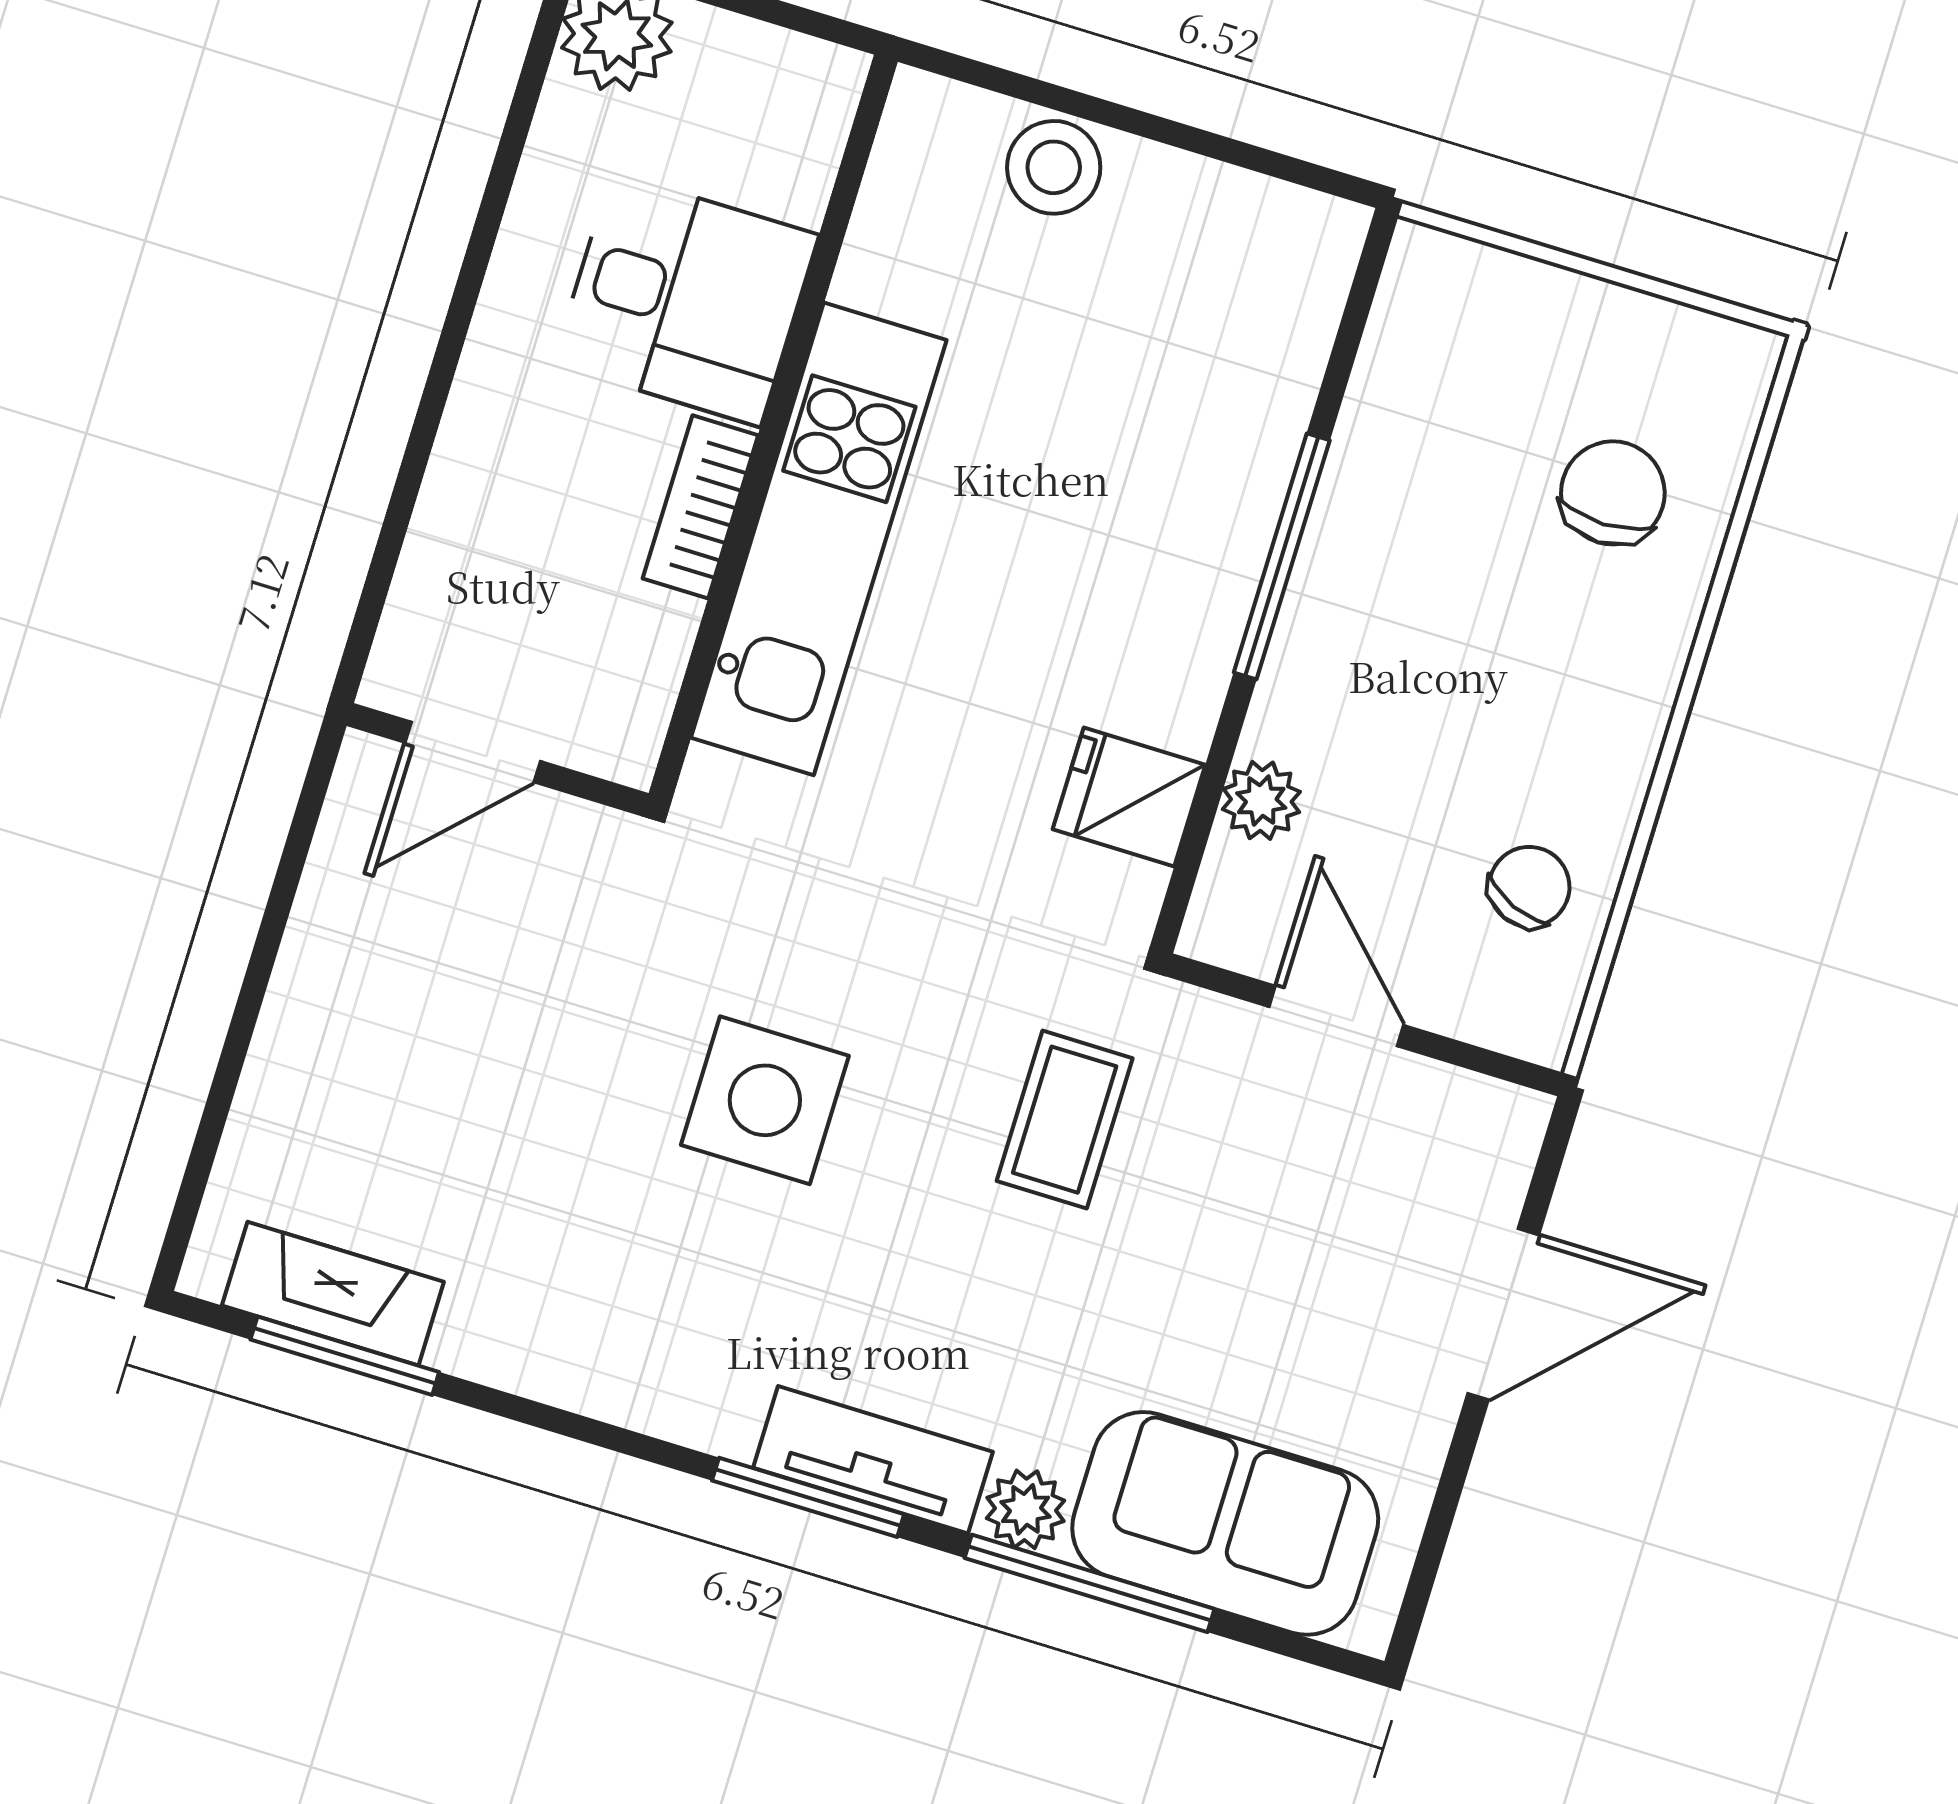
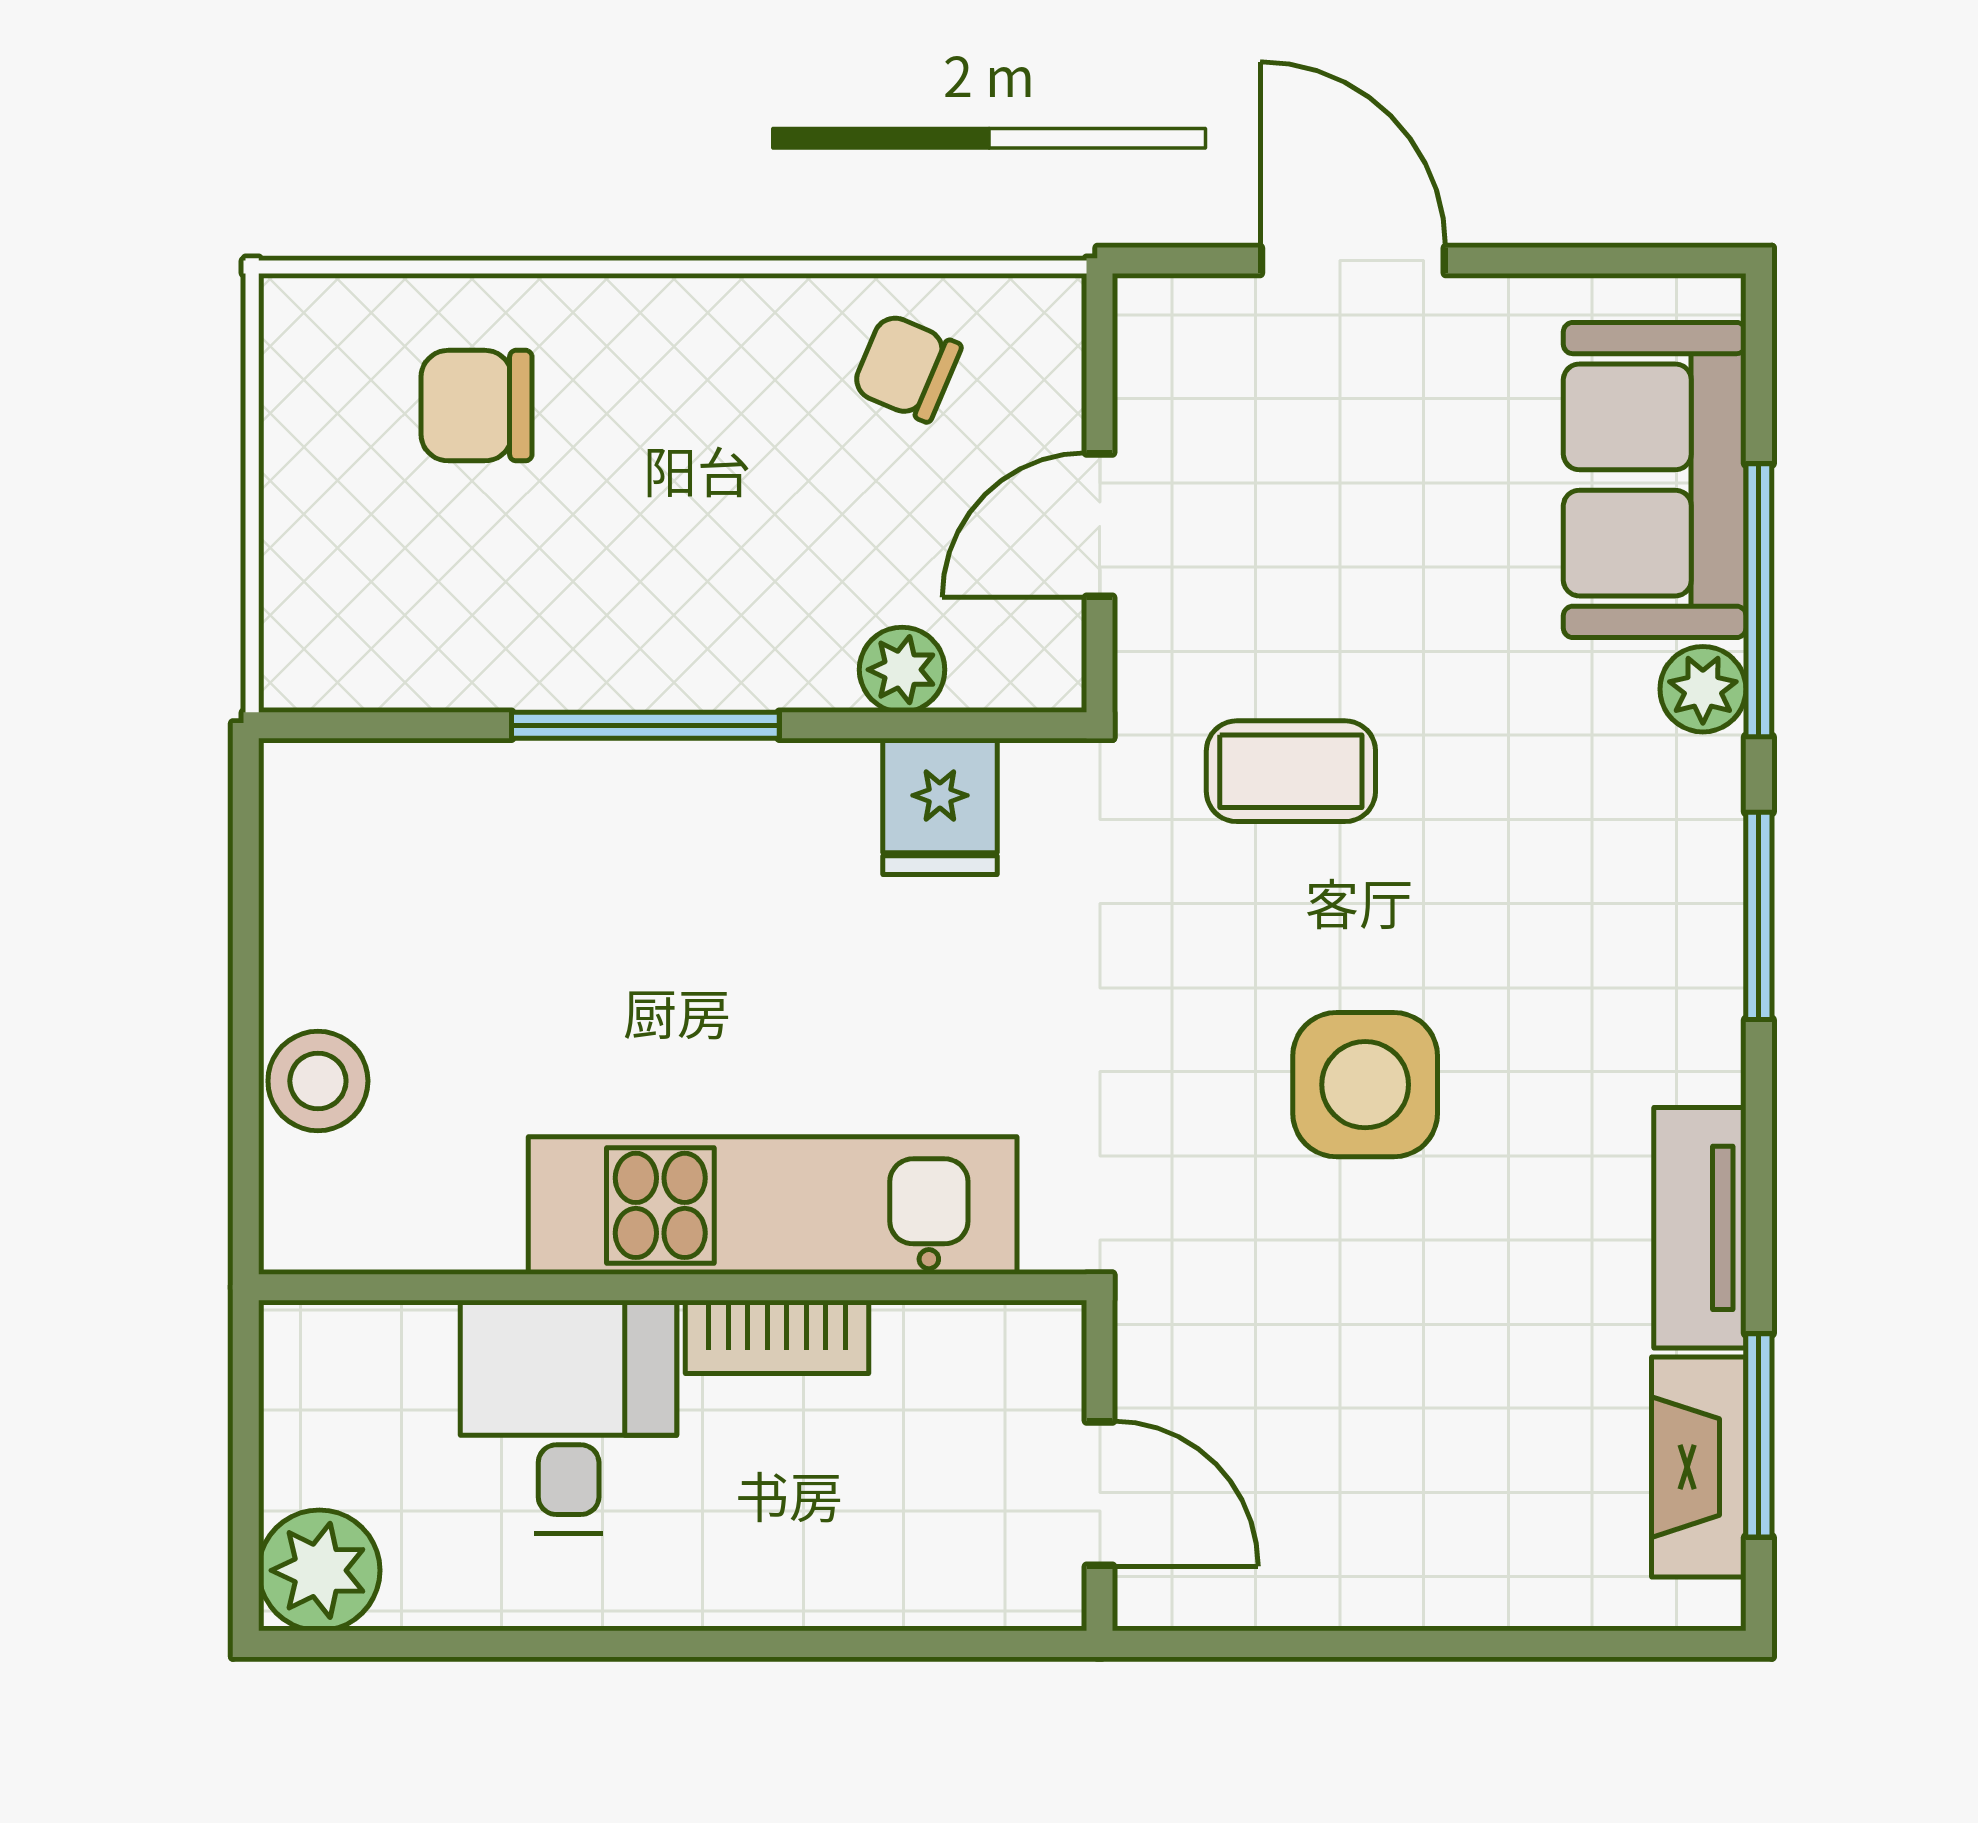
tv unit: (873, 1460) -> (1700, 1228), moved

